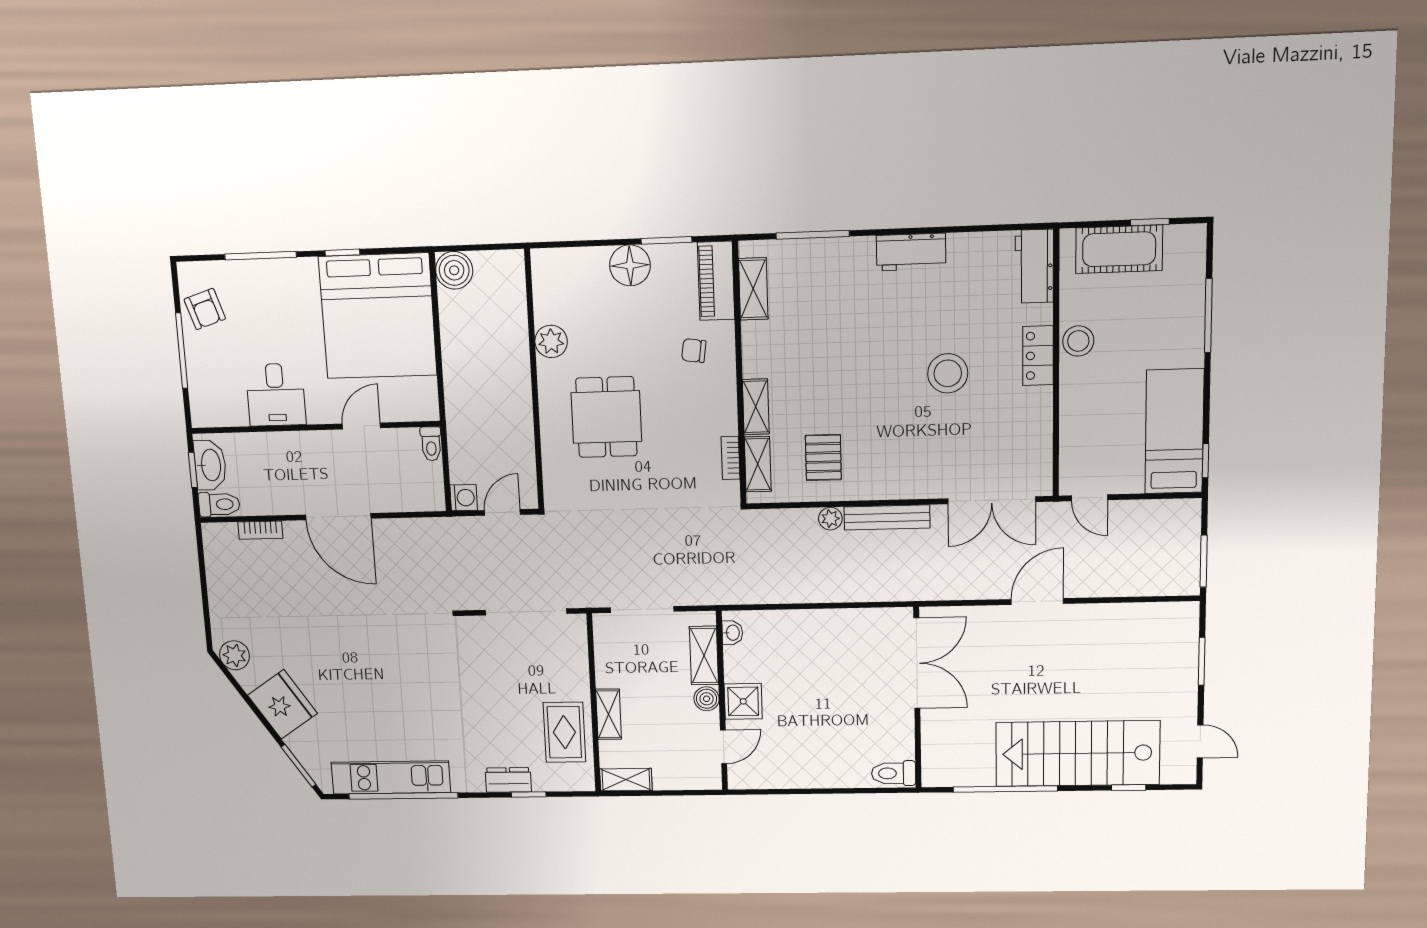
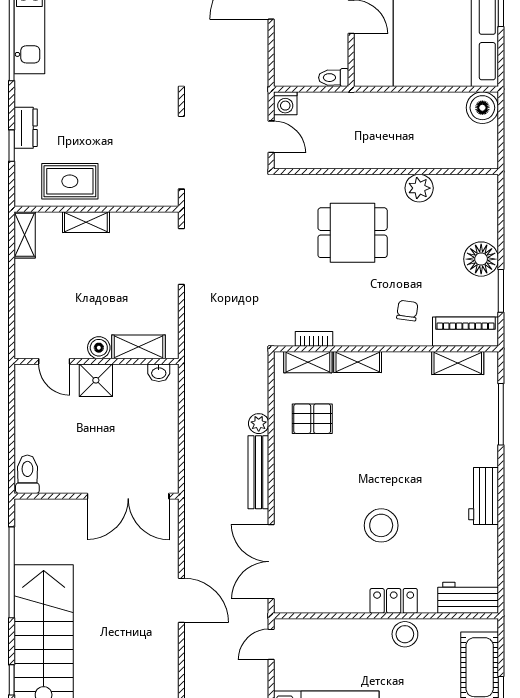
washbasin: (732, 633) -> (159, 373), moved
shelving: (704, 655) -> (139, 347), moved
boiler: (707, 699) -> (99, 348), moved
wall: (722, 701) -> (96, 361), moved
shower: (743, 701) -> (96, 380), moved
door: (724, 747) -> (54, 361), moved

